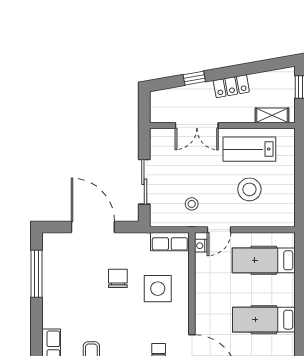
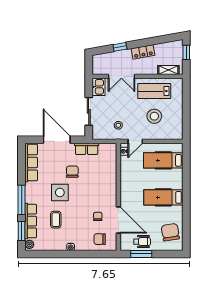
kitchen sink: (160, 142) -> (98, 87), added
row of seats: (170, 242) -> (87, 149), moved
row of seats: (52, 264) -> (31, 162), added
window: (36, 274) -> (22, 200), moved
side table: (158, 289) -> (60, 192), moved

